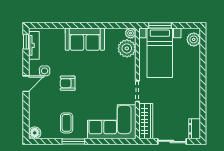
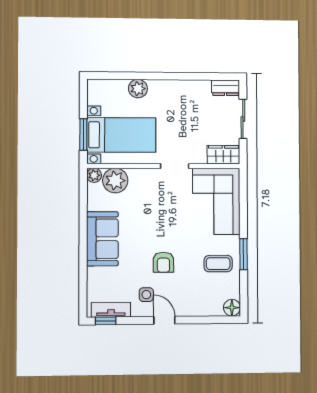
plant: (194, 39) -> (138, 89), moved
wardrobe: (146, 121) -> (223, 155), width x0.67

